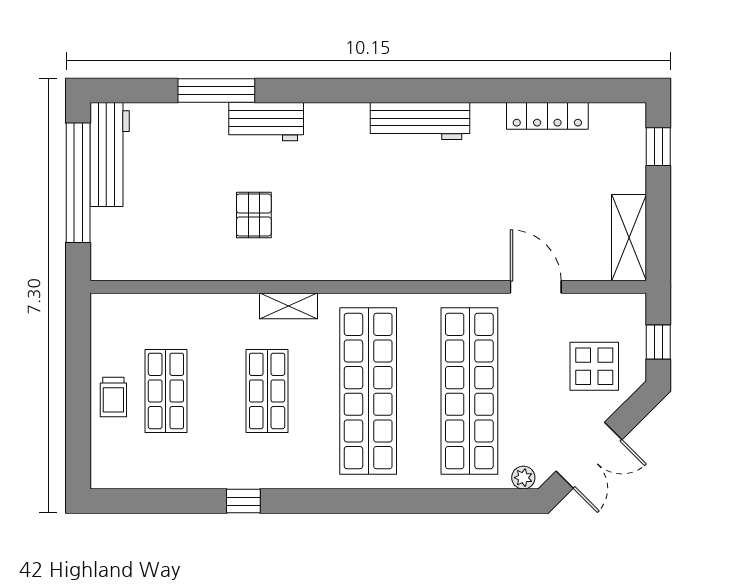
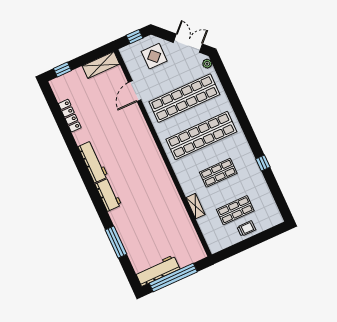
workbench: (266, 122) -> (108, 195), moved
pallet: (254, 215) -> (156, 207), removed
shelving: (288, 306) -> (196, 206), moved

